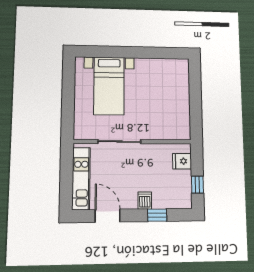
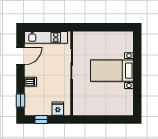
bed with nightstands: (109, 86) -> (112, 71), moved
window: (157, 215) -> (20, 101), moved

